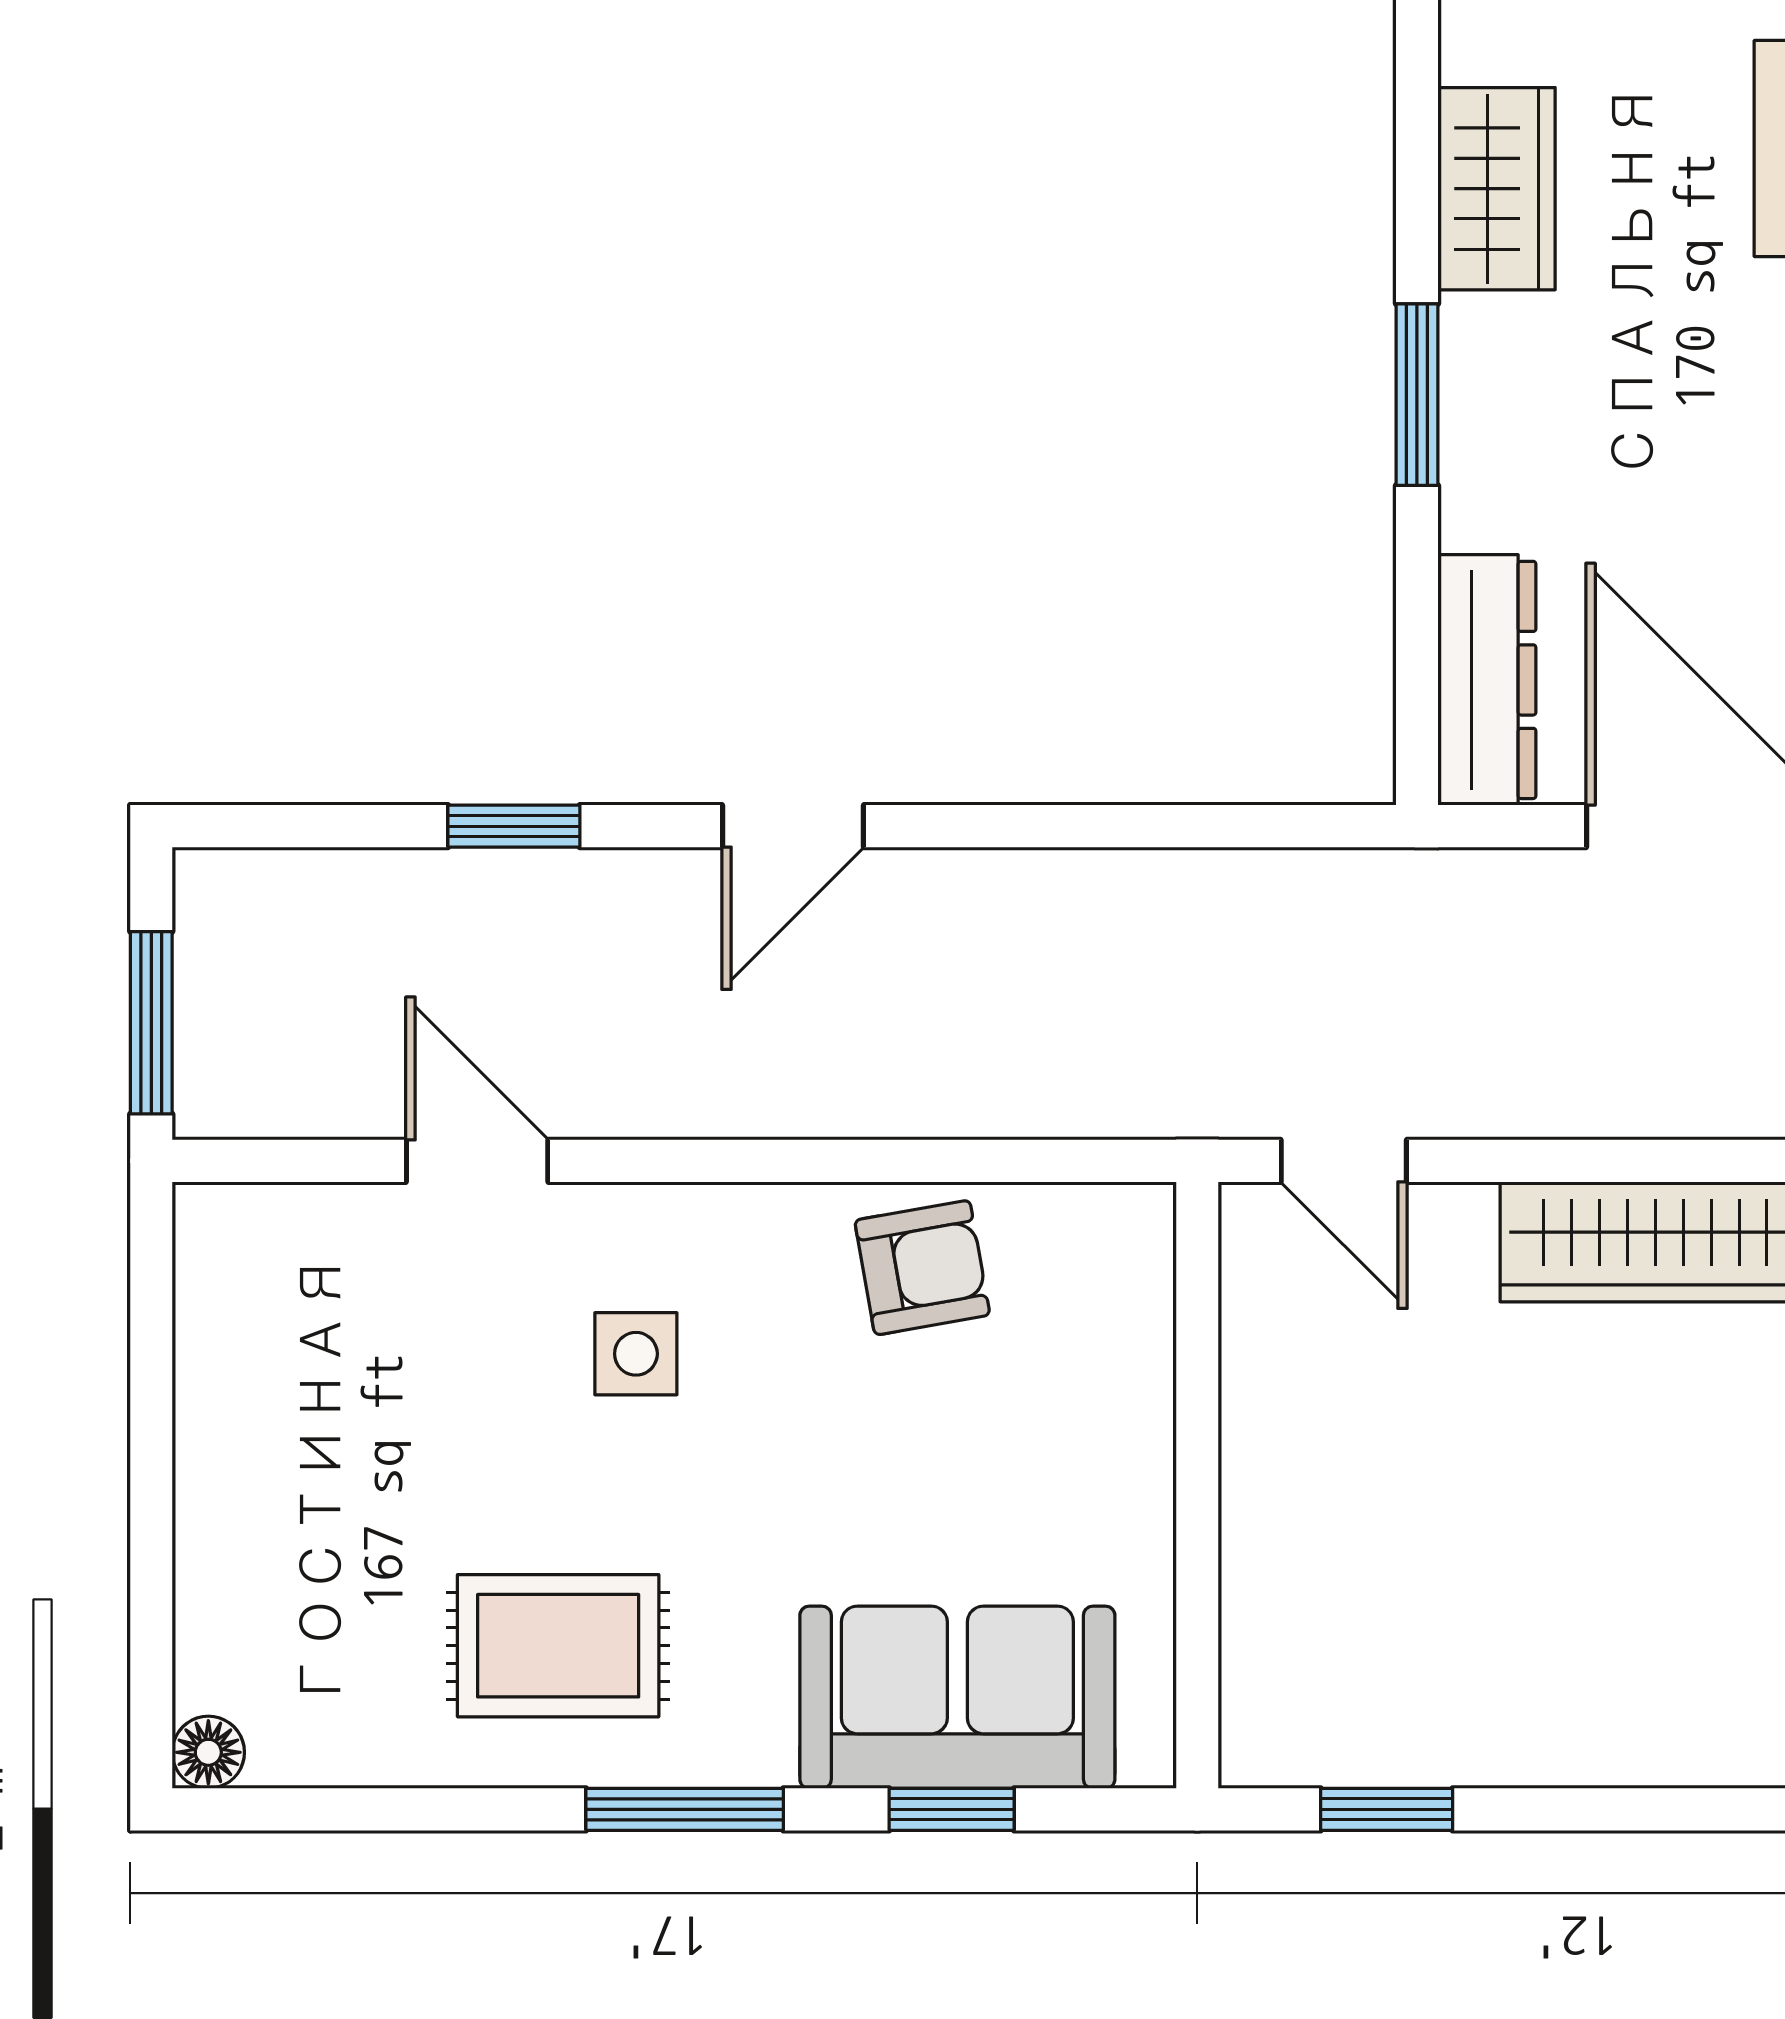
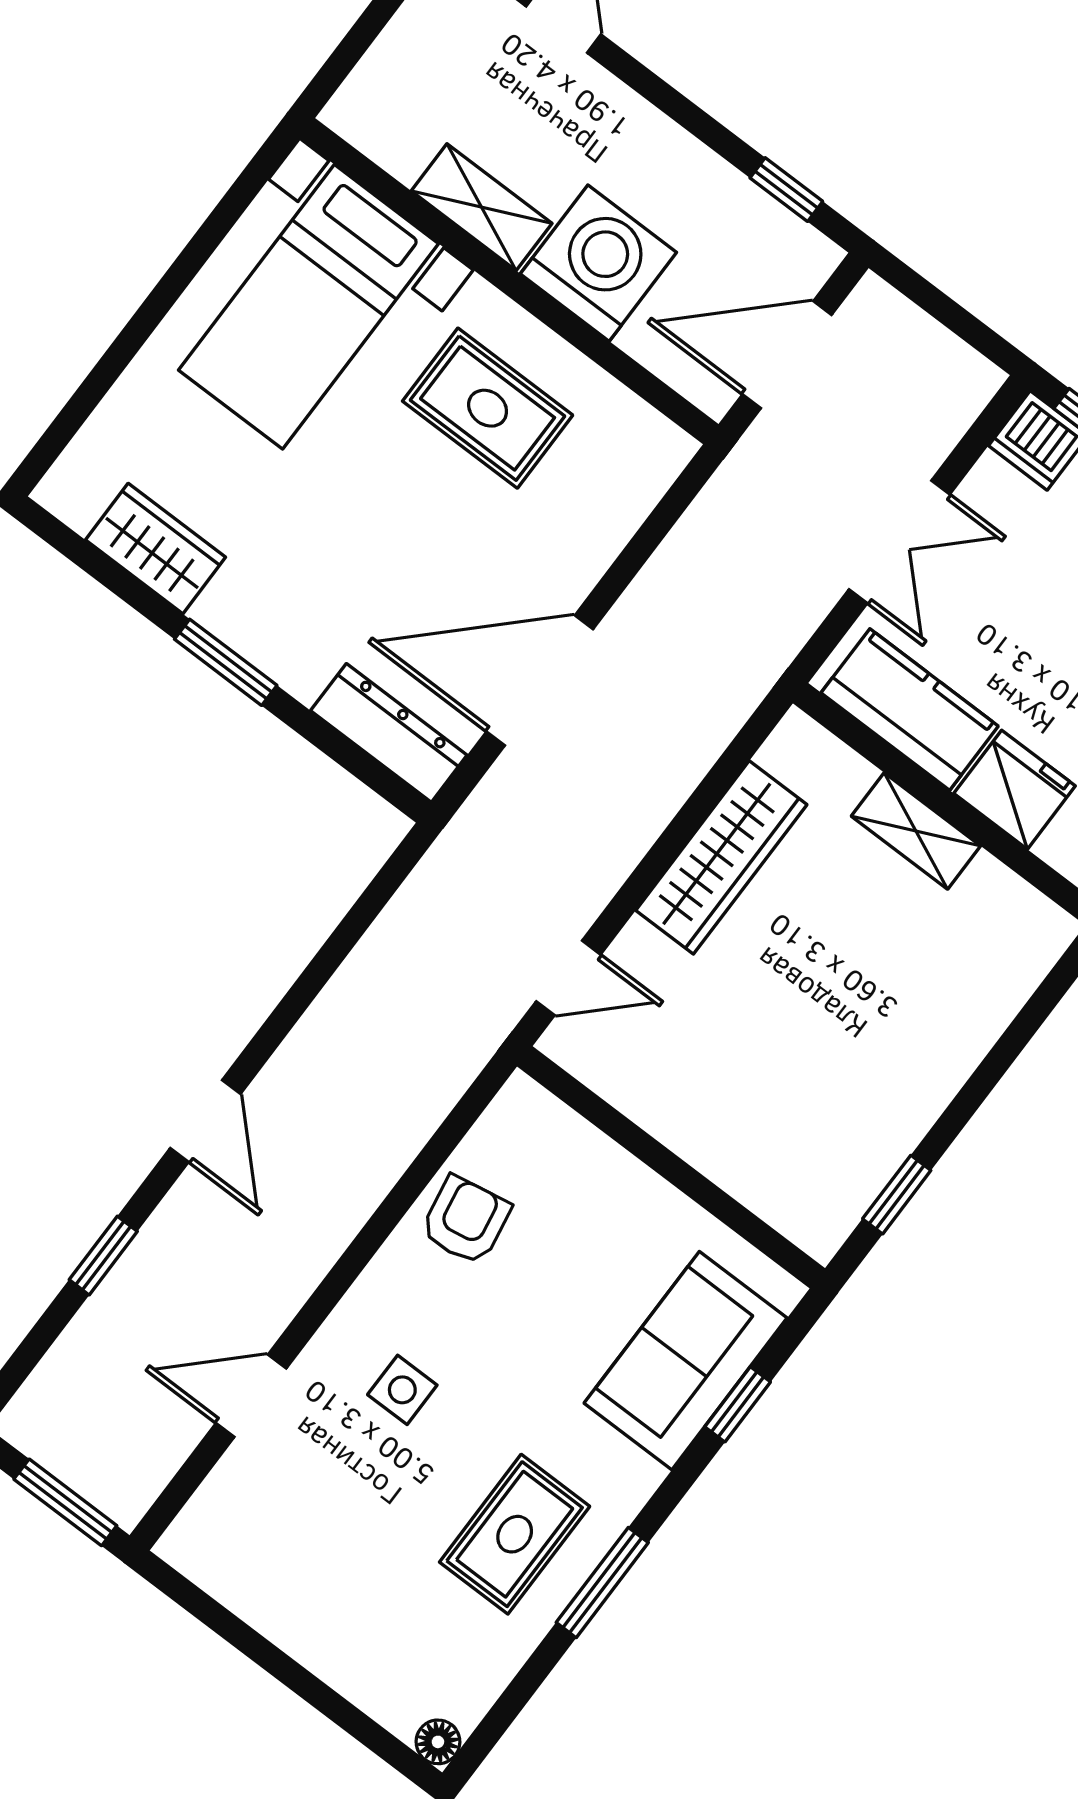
window: (685, 1809) -> (602, 1583), moved

